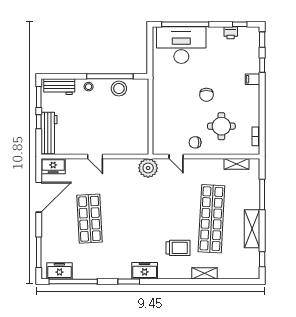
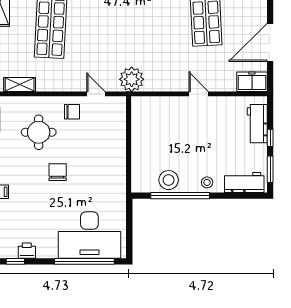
workbench: (49, 133) -> (257, 124), width x0.73

